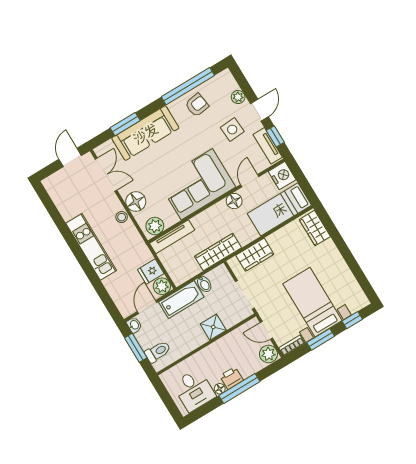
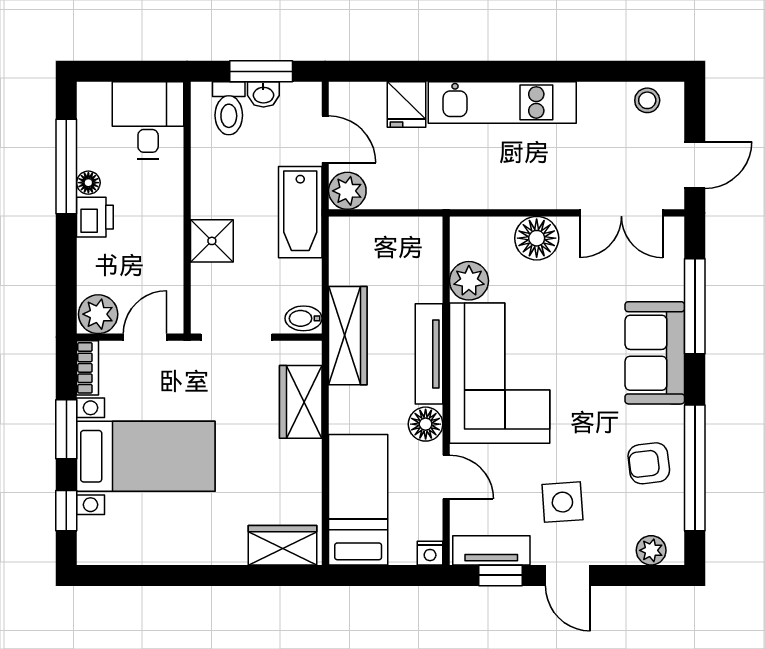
plant: (238, 97) -> (651, 550), moved
armchair: (197, 105) -> (649, 463), turned 91
window: (125, 124) -> (695, 306), width x1.44
sofa: (145, 133) -> (655, 353), width x0.73
door: (70, 157) -> (695, 165), hinge flipped
nightstand: (282, 176) -> (430, 553), width x0.53, depth x0.56
stool: (122, 217) -> (647, 100), moved
plant: (155, 226) -> (469, 281), moved
tv unit: (172, 237) -> (429, 354), moved
fridge: (151, 271) -> (407, 104), moved, turned 180
bidet: (204, 284) -> (303, 318), moved
washbasin: (134, 325) -> (263, 94), moved
window: (239, 388) -> (66, 167), moved
desk: (194, 390) -> (148, 120), moved, turned 90

